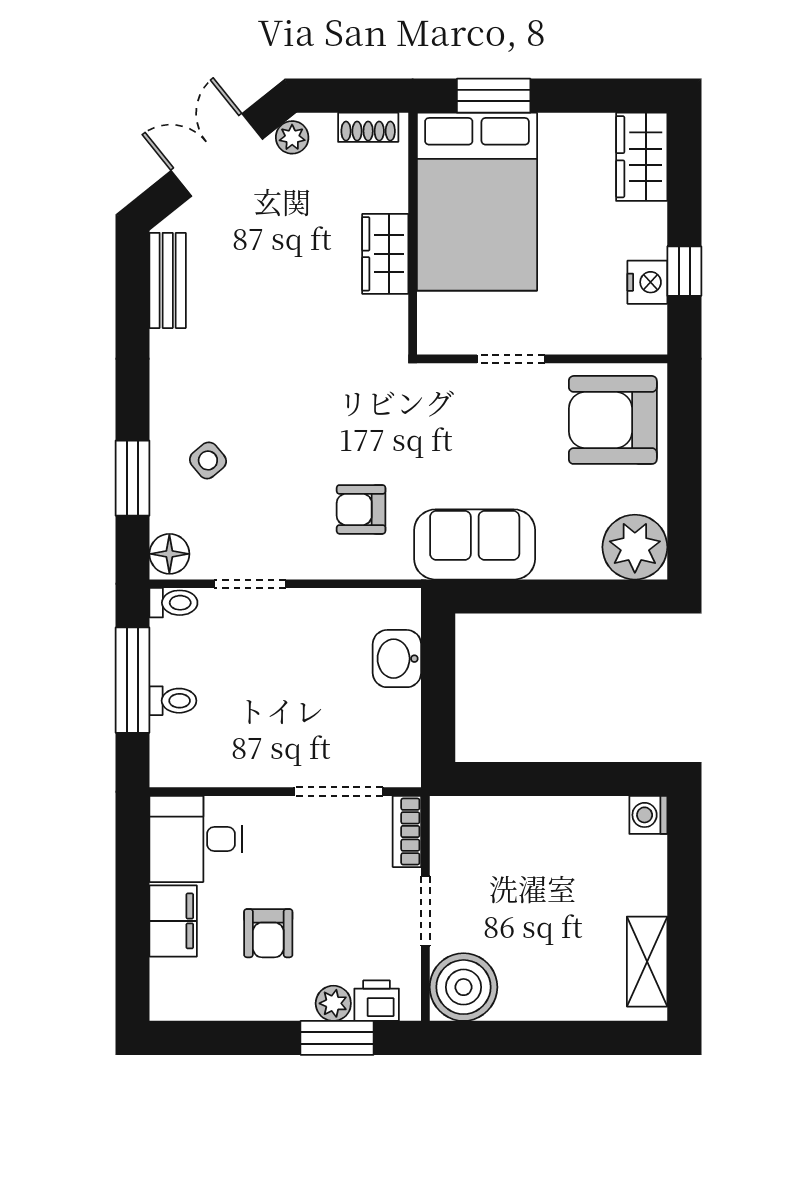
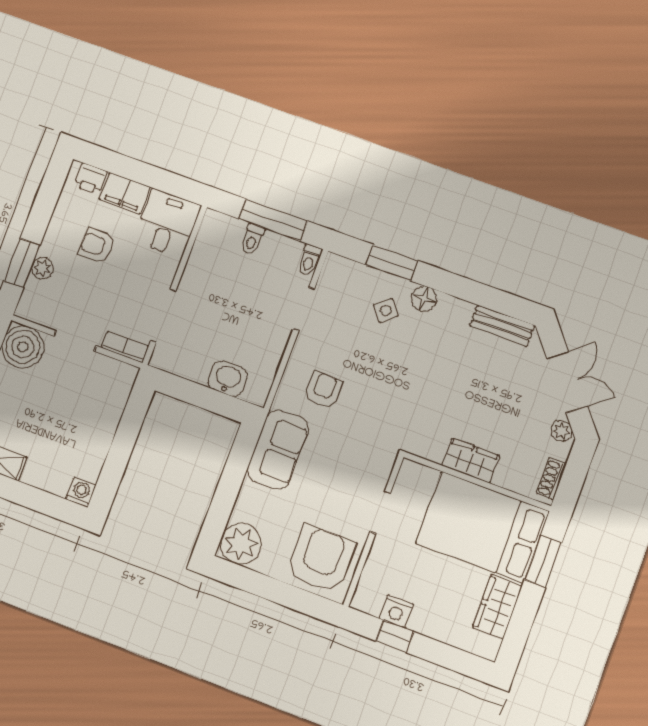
wardrobe: (642, 157) -> (497, 607), moved, turned -90
floor lamp: (169, 554) -> (424, 299), moved
printer: (377, 1001) -> (91, 179), moved, turned 90

